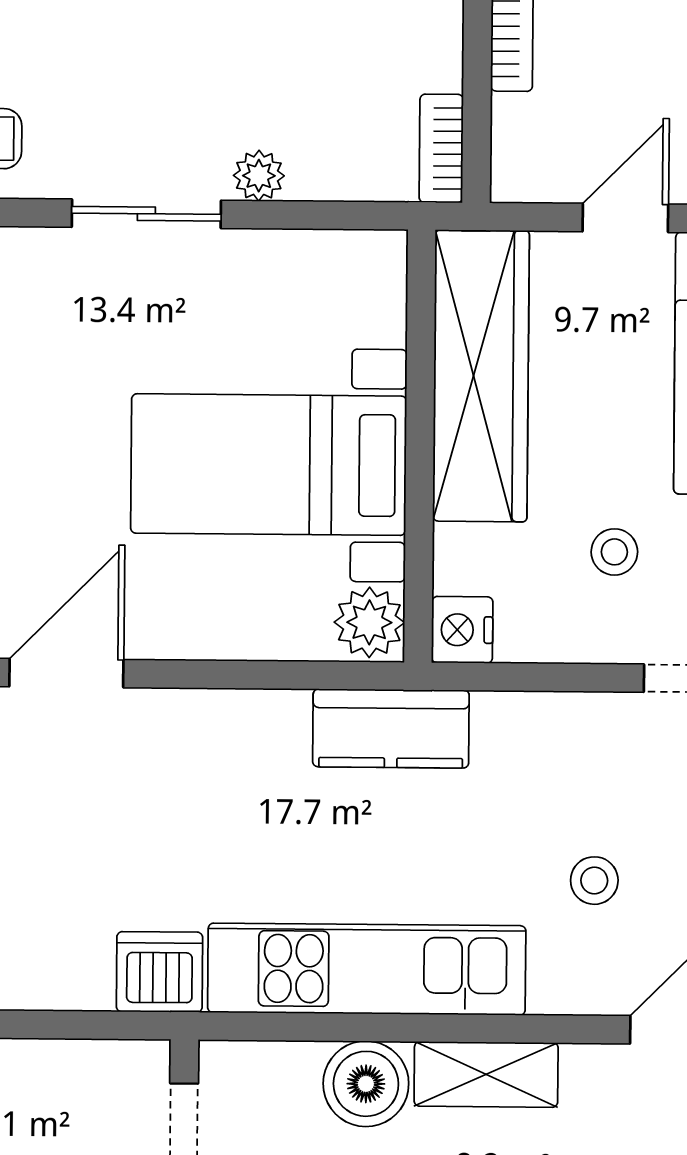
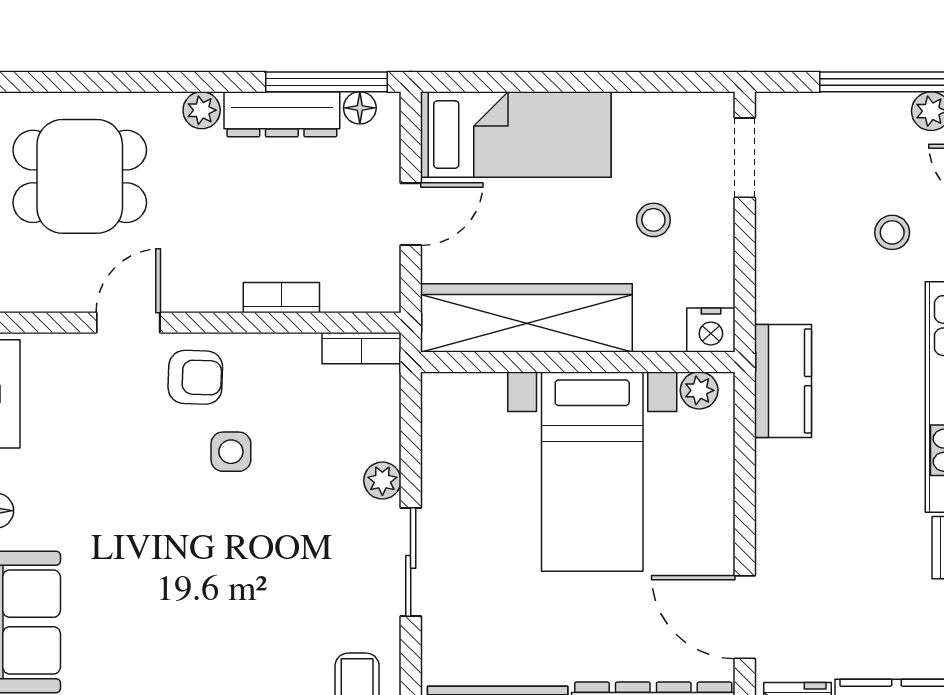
door: (625, 218) -> (411, 214), swing flipped
plant: (369, 622) -> (699, 390), width x0.73, depth x0.73

